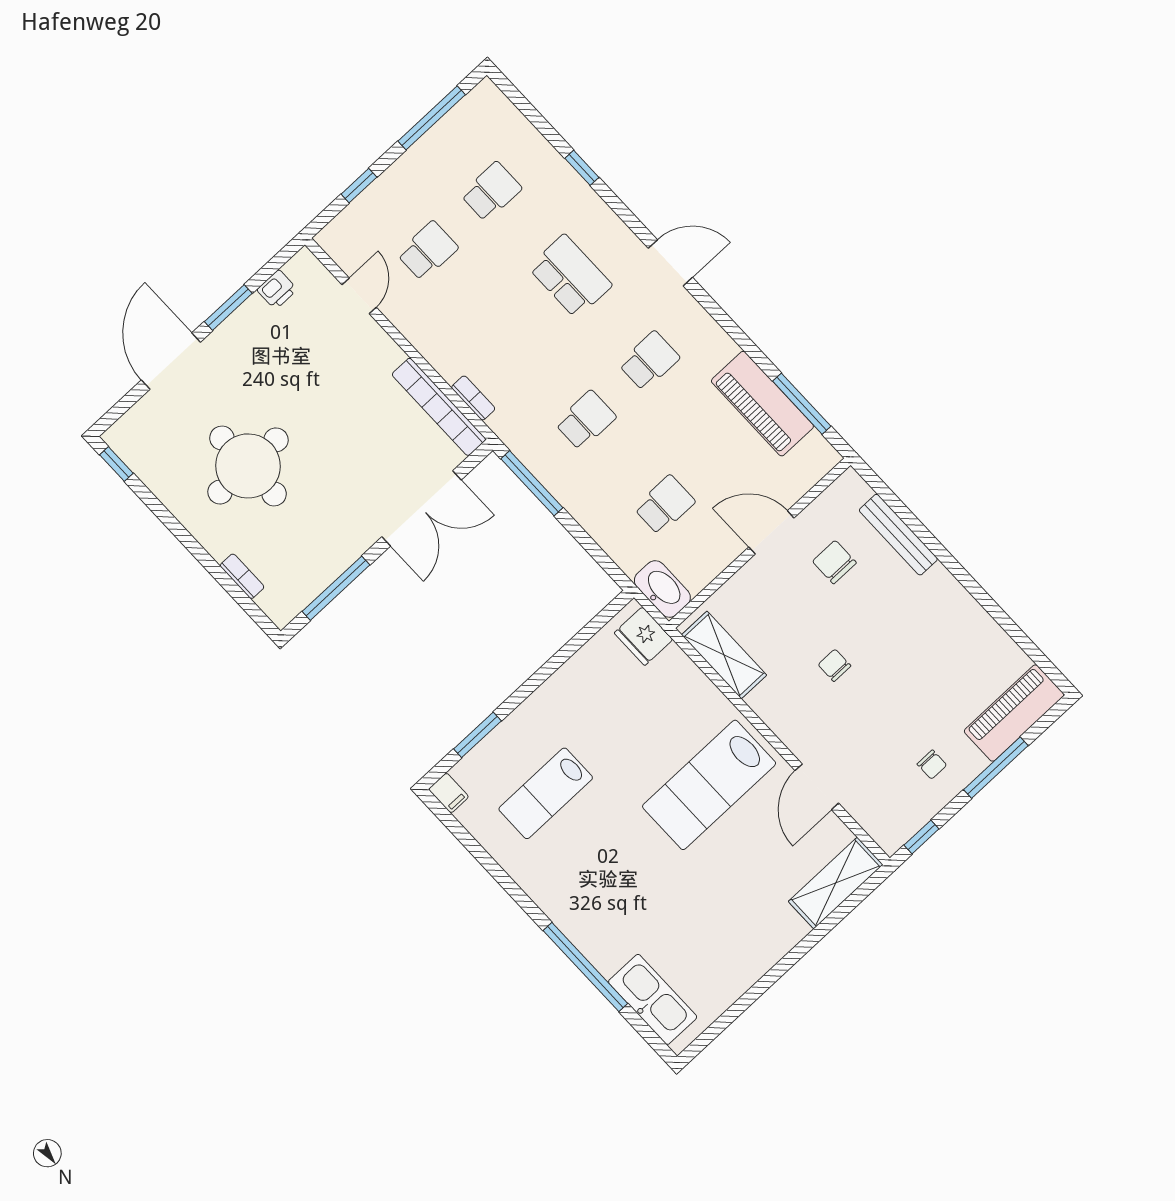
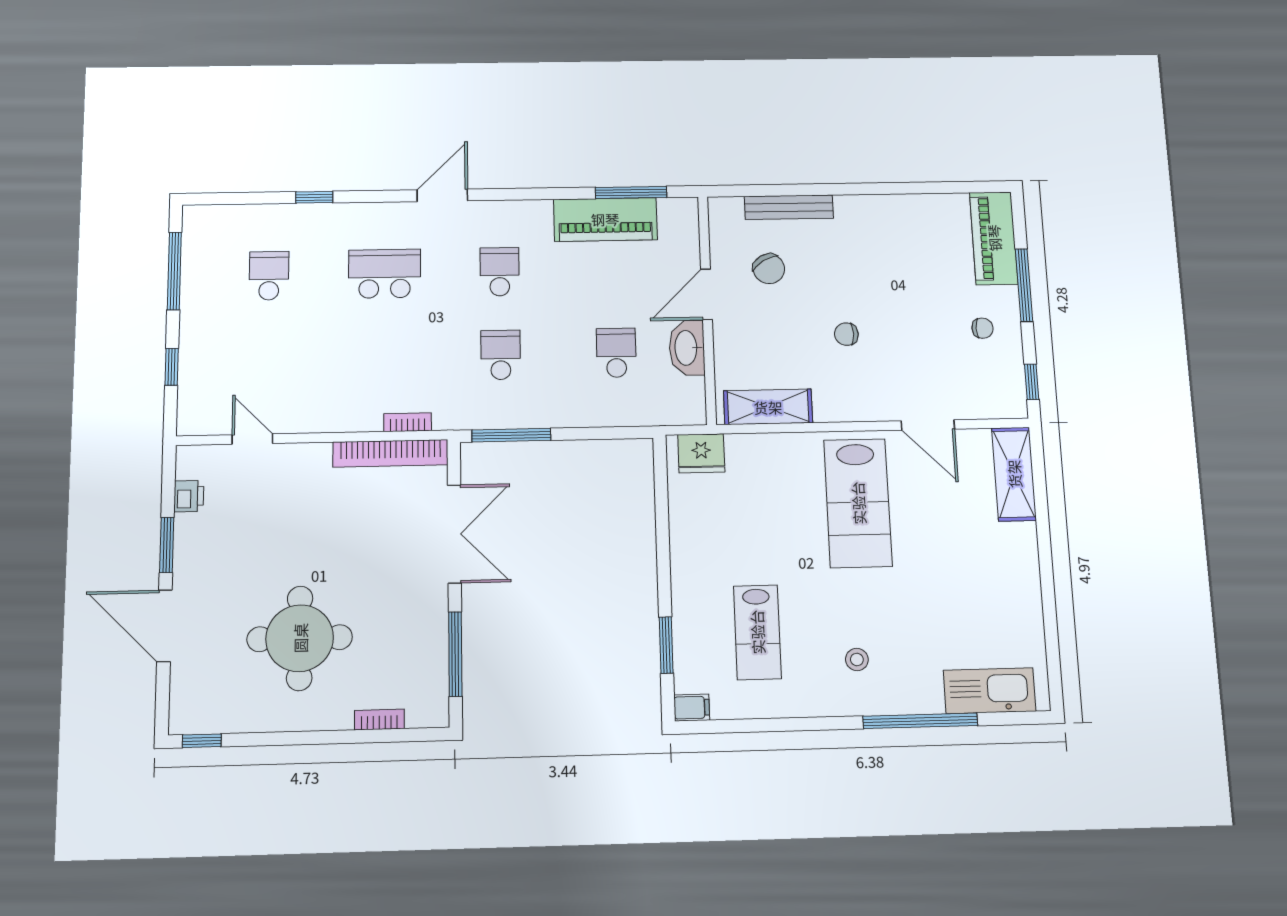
school desk: (428, 251) -> (268, 359), removed
chair: (834, 562) -> (769, 269), turned -121
washbasin: (662, 589) -> (687, 348), moved, turned -90
stool: (590, 883) -> (857, 659), added

